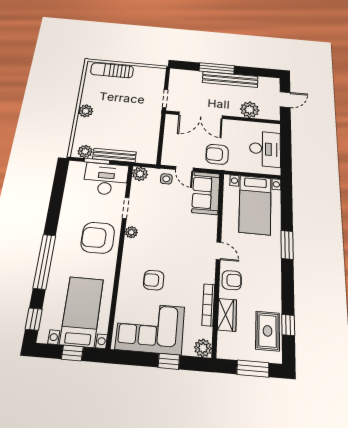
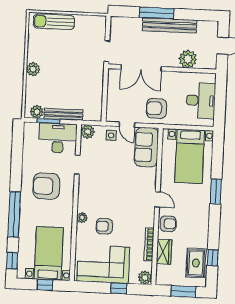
plant: (131, 232) -> (82, 218), moved
armchair: (98, 238) -> (46, 186), moved

